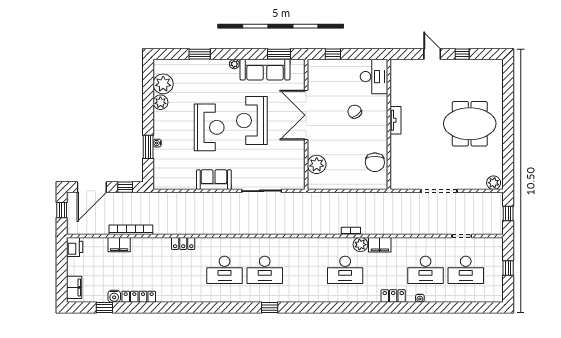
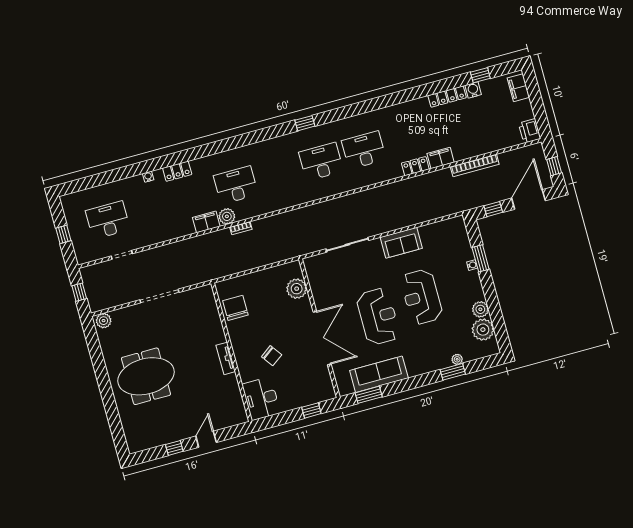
door: (432, 54) -> (206, 439), swing flipped
plant: (234, 64) -> (457, 359), moved
filing cabinet: (119, 245) -> (441, 158), moved
desk: (426, 270) -> (150, 208), removed

